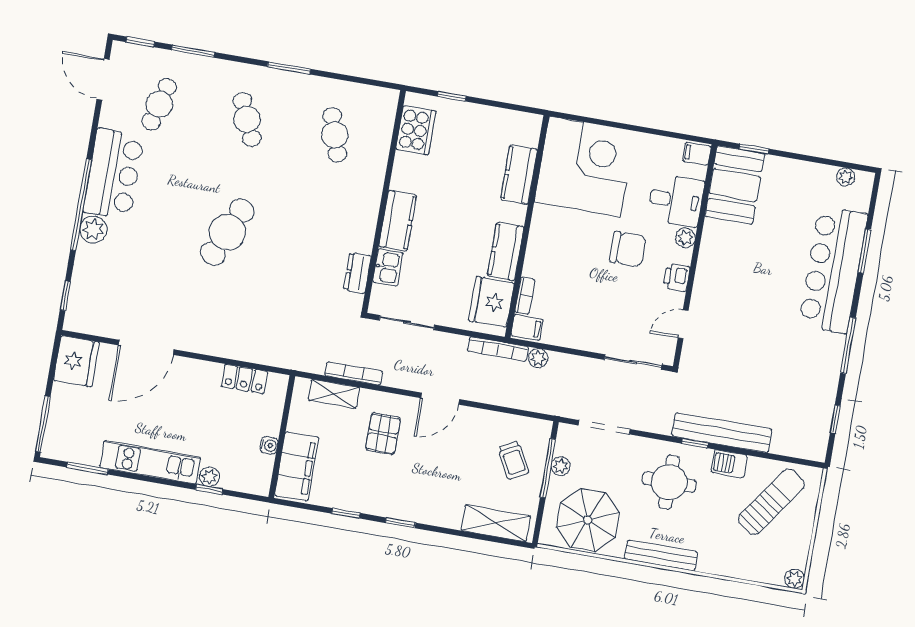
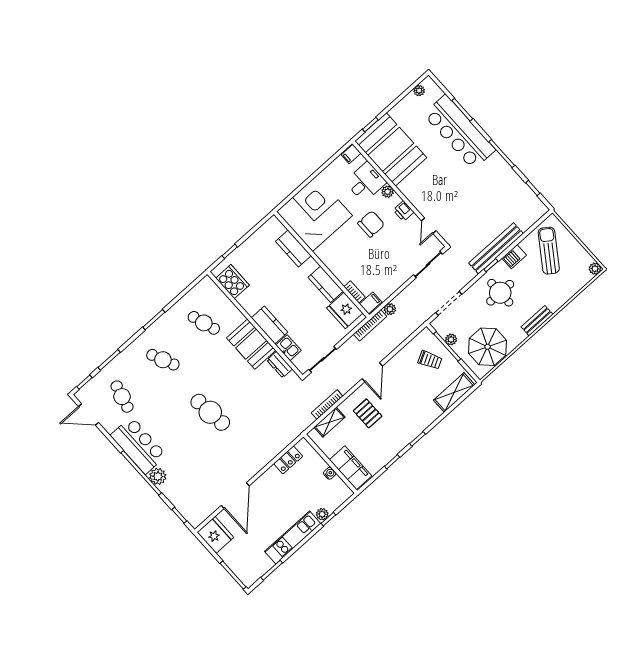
booth: (735, 185) -> (391, 149), width x1.36, depth x1.42
booth: (355, 216) -> (251, 344), added
cafe table: (227, 232) -> (210, 412), turned -30
bench: (661, 555) -> (537, 321), width x0.73

